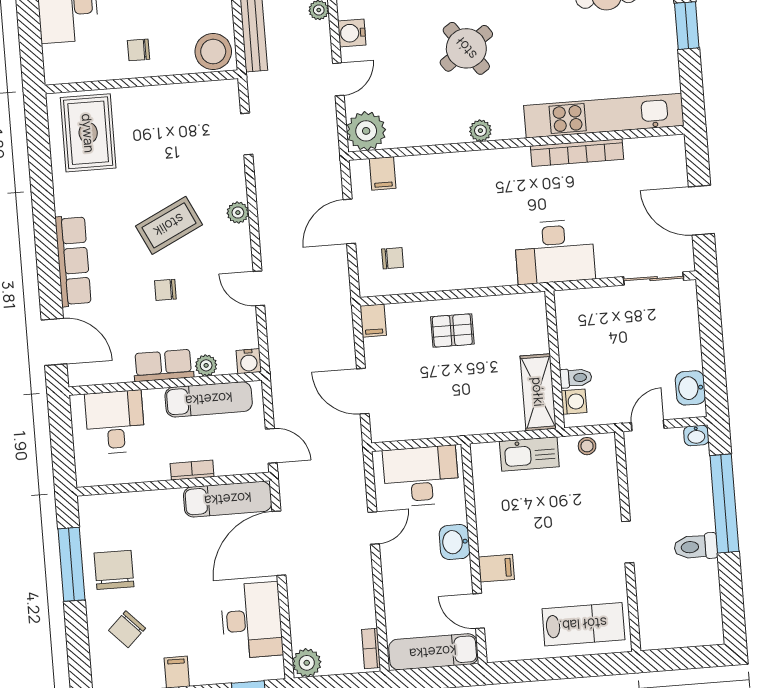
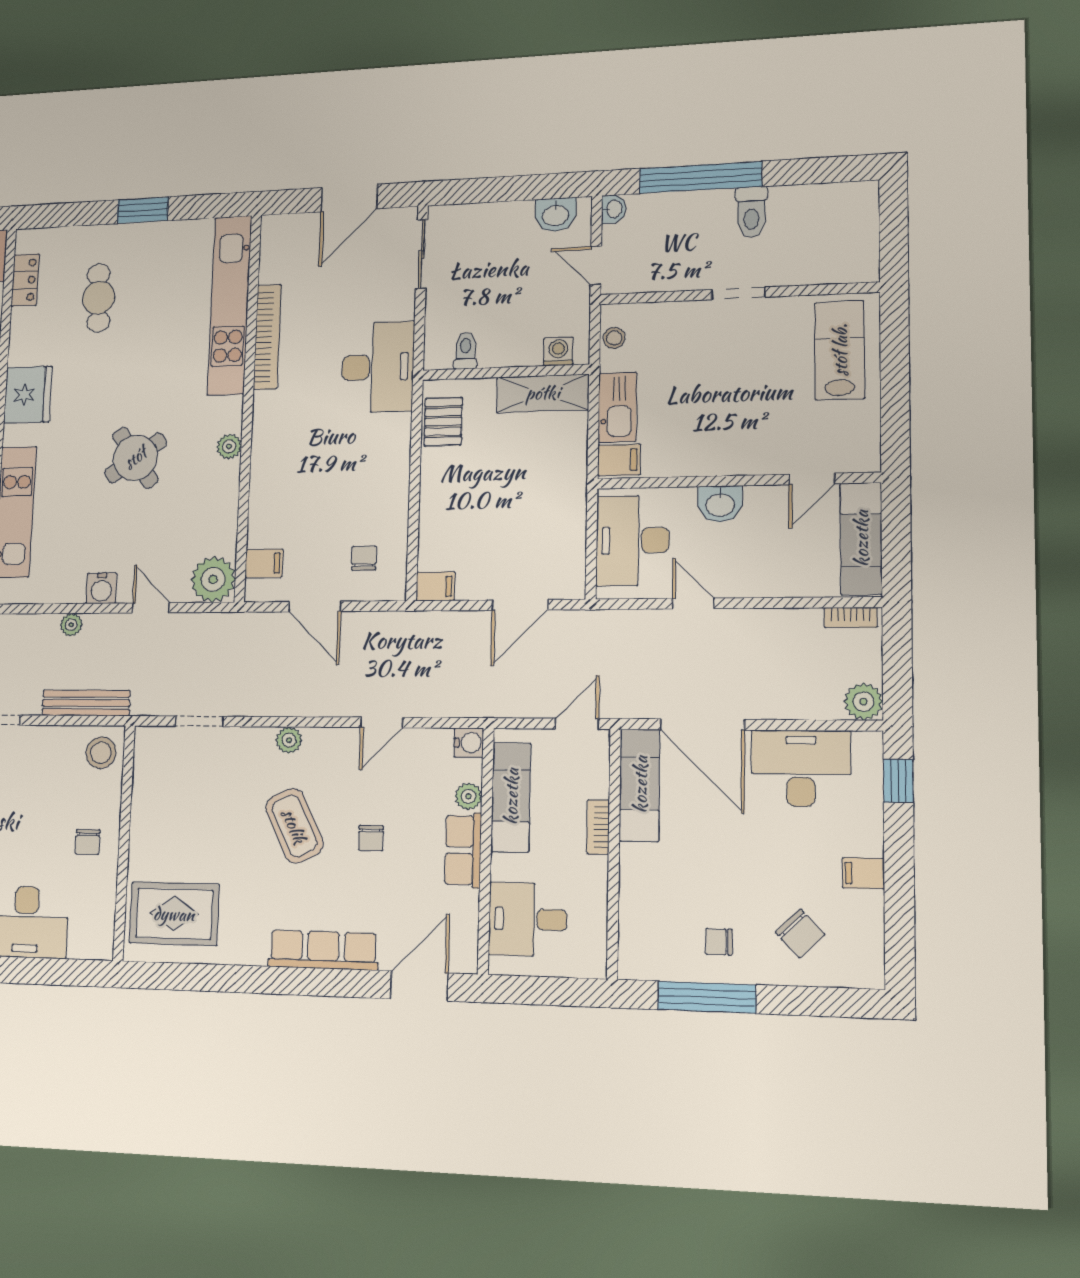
stool: (213, 52) -> (101, 753), width x0.73, depth x0.73
pallet: (452, 330) -> (443, 422), moved
toilet: (576, 378) -> (465, 351), moved
filing cabinet: (496, 568) -> (619, 460), moved, turned 90
chair: (114, 570) -> (719, 942), width x0.54, depth x0.54

